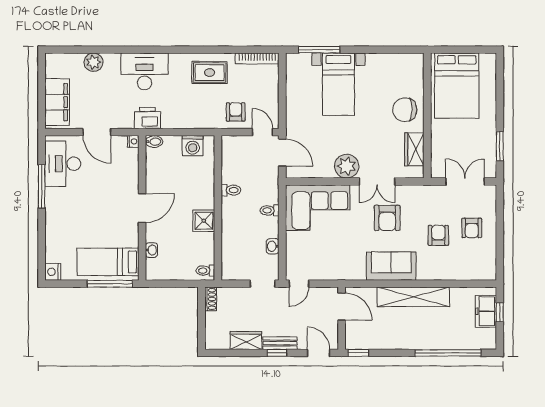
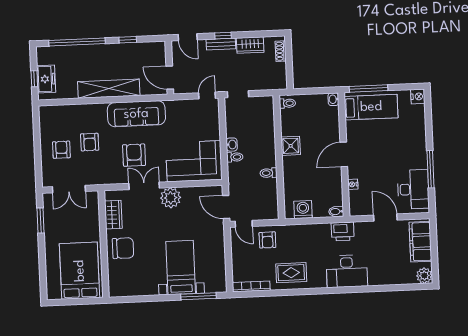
plant: (93, 62) -> (424, 276), moved
nightstand: (133, 141) -> (353, 184), moved
washbasin: (273, 246) -> (232, 145), moved
washbasin: (151, 250) -> (333, 99), moved
sofa: (391, 266) -> (136, 114), width x1.36
shoe rack: (211, 299) -> (281, 51), moved
window: (358, 353) -> (128, 40), moved

